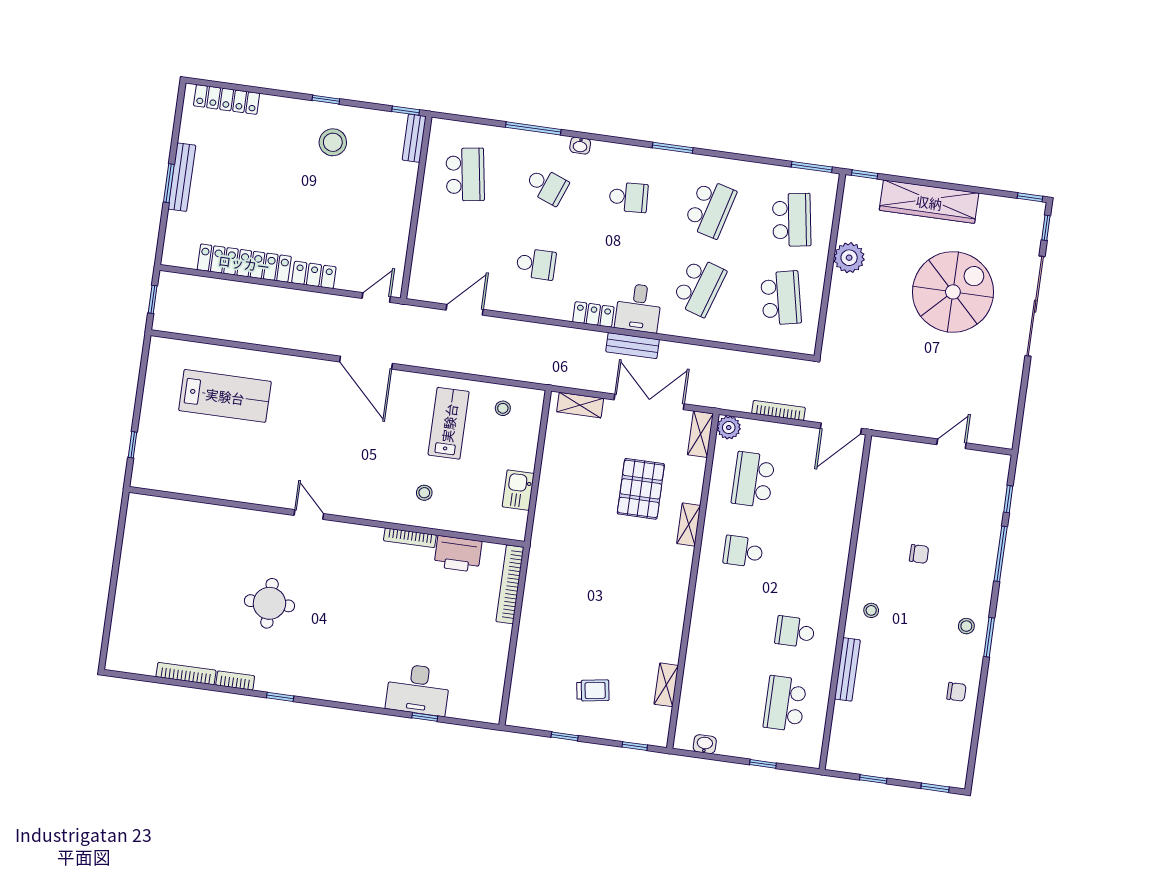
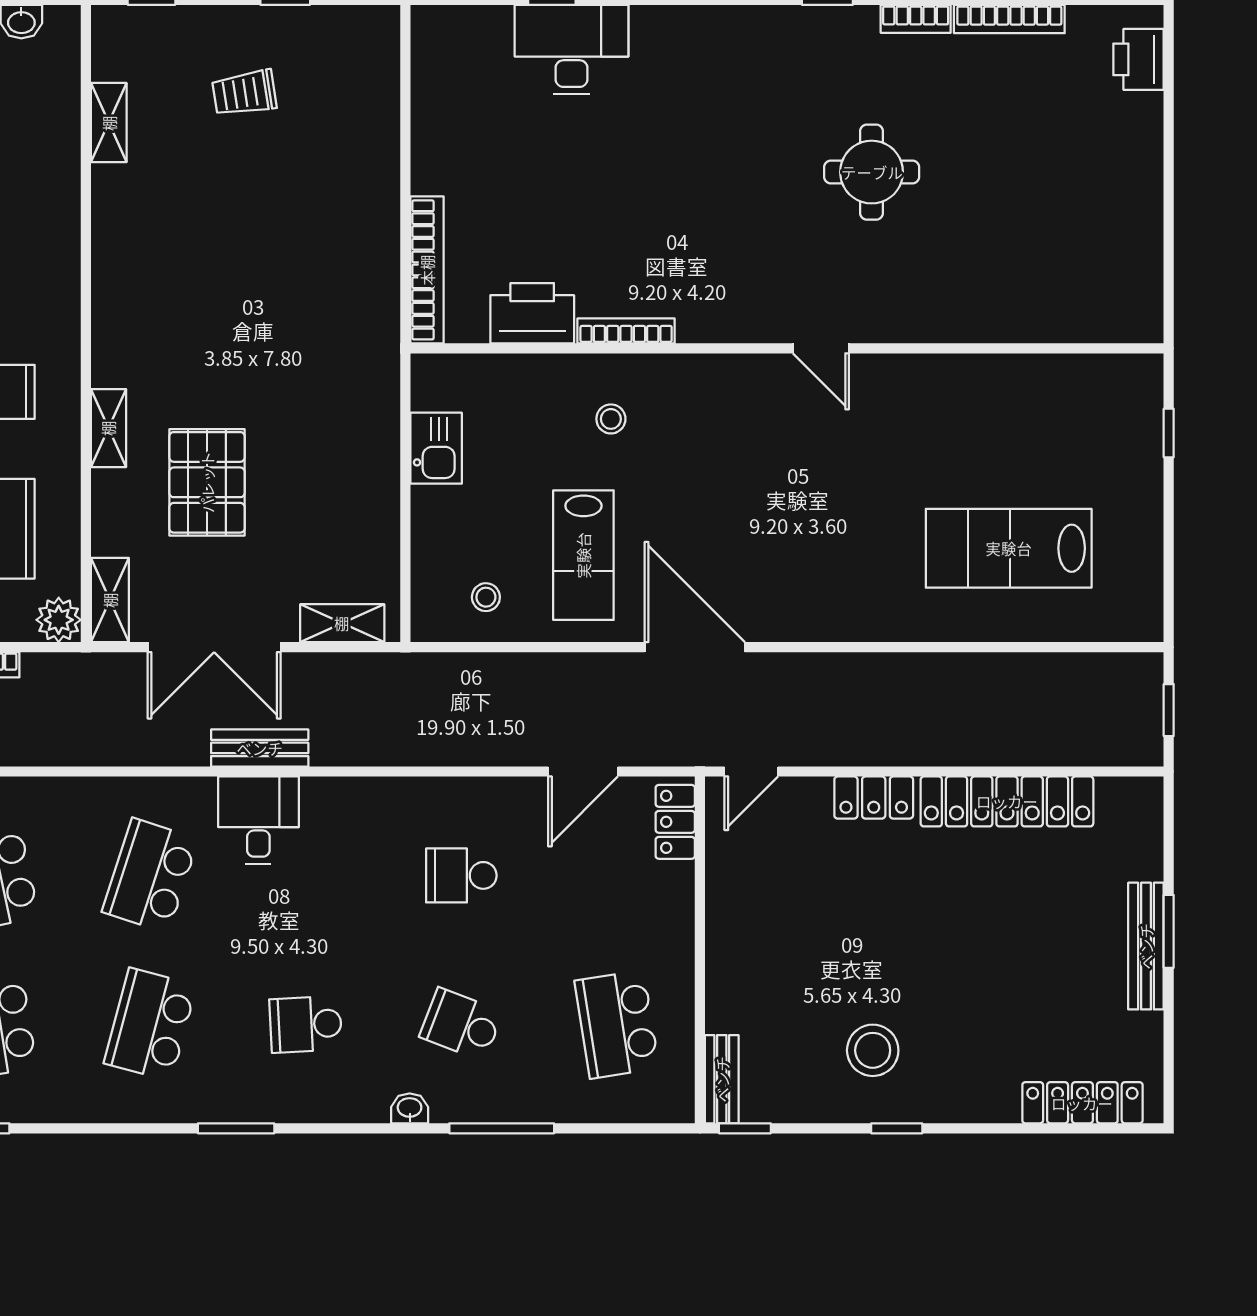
locker: (593, 314) -> (675, 822), moved, turned 90
door: (366, 363) -> (695, 647), moved
printer: (121, 643) -> (1139, 59), added

